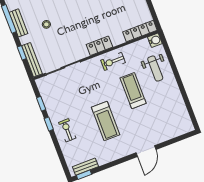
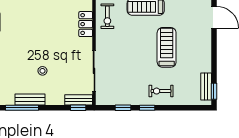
window: (22, 53) -> (78, 108), moved
bench: (32, 60) -> (79, 100), width x0.73
treadmill: (106, 121) -> (167, 47), turned -90

